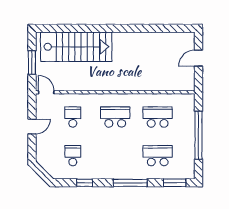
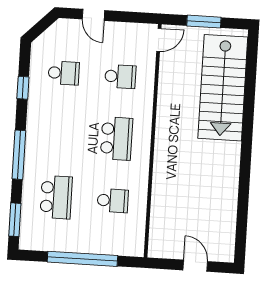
school desk: (158, 117) -> (113, 201), width x0.54
door: (32, 127) -> (93, 15), moved

